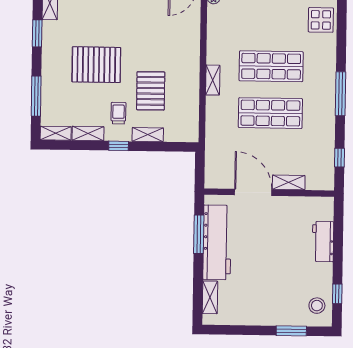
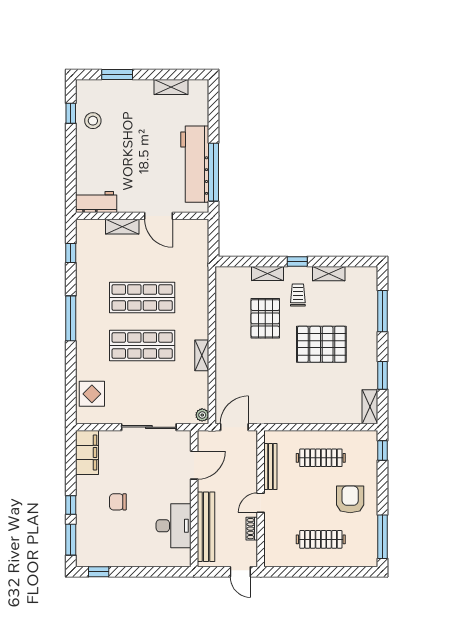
shelving: (213, 80) -> (202, 355), moved
trolley: (118, 113) -> (298, 295), turned 180
shelving: (56, 133) -> (362, 273), removed
door: (253, 192) -> (158, 216), width x0.73
window: (199, 234) -> (214, 172), width x1.46
workbench: (323, 242) -> (96, 202), moved, turned -90
shelving: (210, 297) -> (171, 87), moved, turned 90
stool: (317, 306) -> (93, 121), moved

